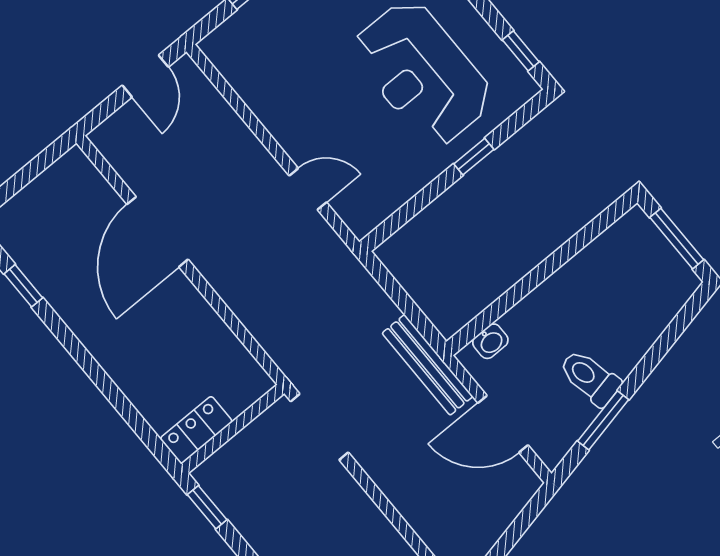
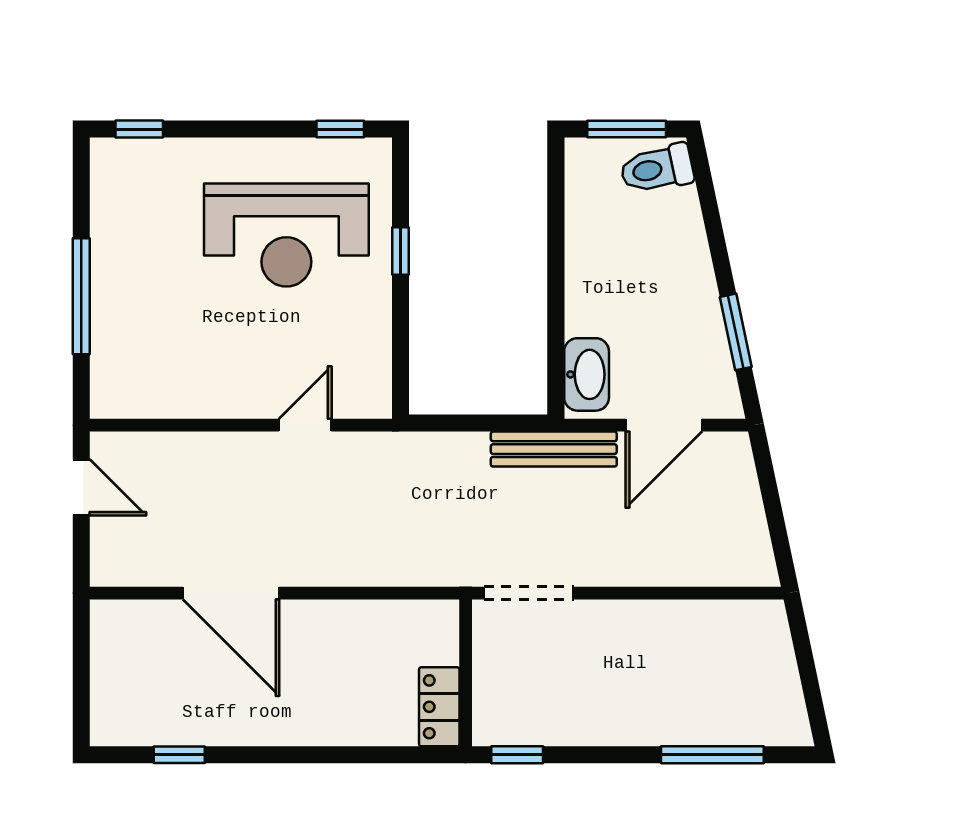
washbasin: (490, 341) -> (587, 374), width x1.91, depth x1.45
toilet: (590, 378) -> (657, 169), moved

